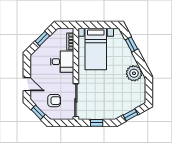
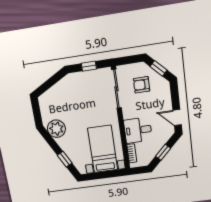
door: (27, 84) -> (177, 118), moved
window: (131, 115) -> (52, 81), removed

